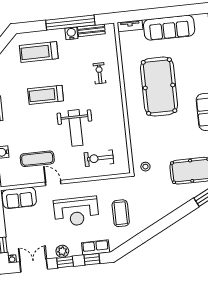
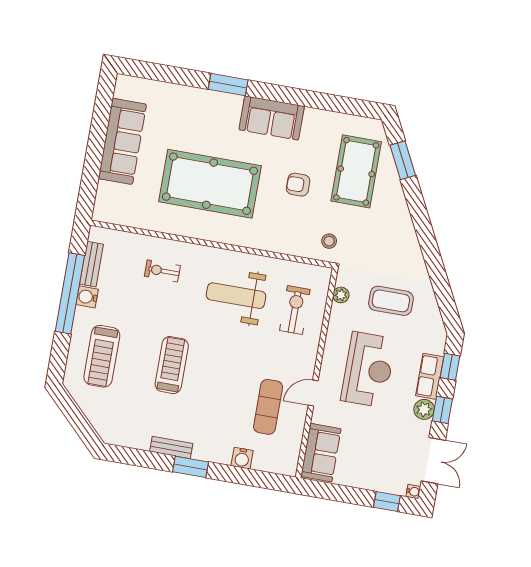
tv unit: (130, 26) -> (102, 202), removed
treadmill: (46, 95) -> (172, 365), turned 180
weight bench: (75, 128) -> (236, 296), moved, turned 180
armchair: (173, 139) -> (298, 185), added
exercise bike: (99, 158) -> (295, 310), turned 180
plant: (116, 183) -> (341, 295), added
row of seats: (96, 248) -> (430, 376), moved
double door: (34, 265) -> (433, 461), swing flipped

